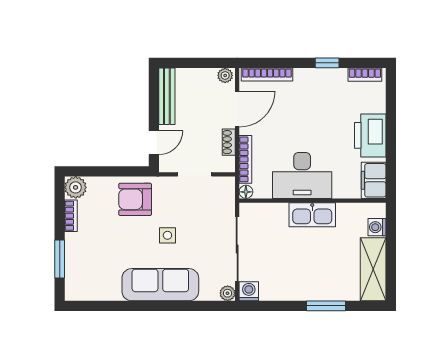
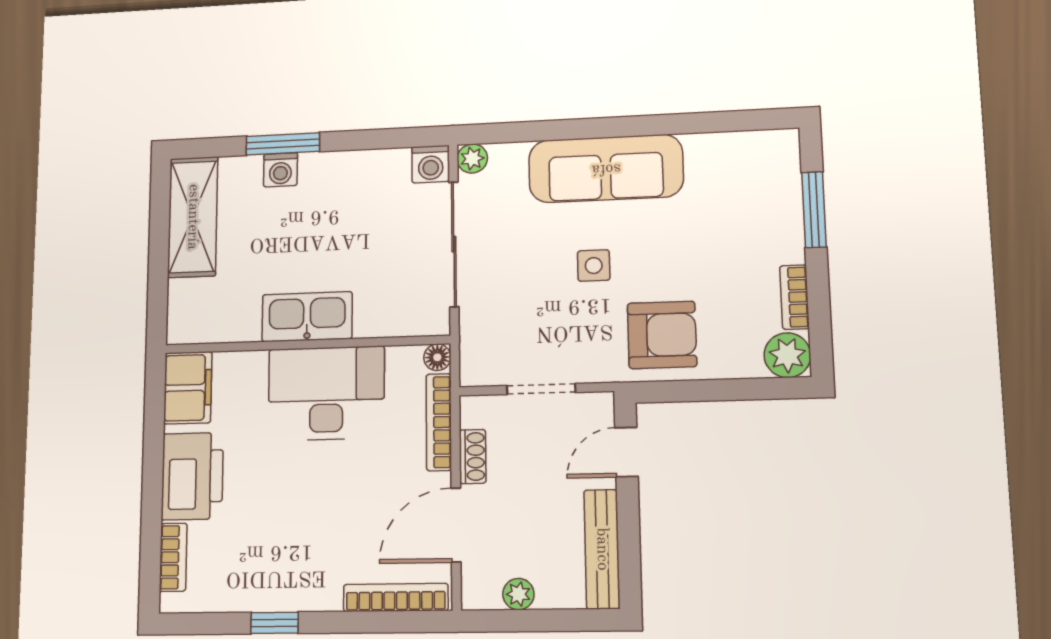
plant: (225, 75) -> (518, 594), moved
bookcase: (365, 75) -> (173, 557), moved, turned 90
washing machine: (377, 227) -> (280, 170), moved, turned 90

